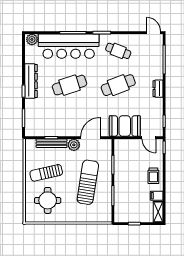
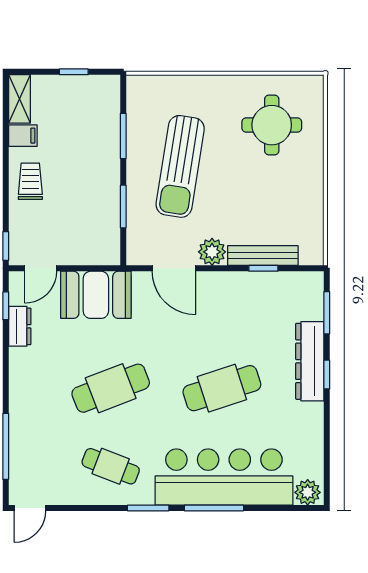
door: (154, 33) -> (30, 508), hinge flipped
dresser: (31, 81) -> (310, 361), moved
dresser: (158, 89) -> (20, 326), moved
door: (90, 138) -> (174, 268), hinge flipped
door: (149, 138) -> (41, 268), swing flipped
sun lounger: (46, 173) -> (275, 188), removed

